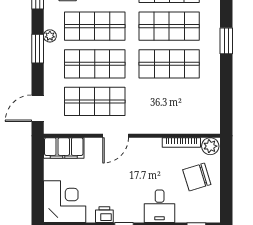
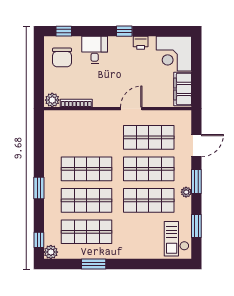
door: (38, 108) -> (196, 146), moved
filing cabinet: (64, 148) -> (183, 89), moved, turned -90
chair: (197, 177) -> (62, 57), moved, turned 107

